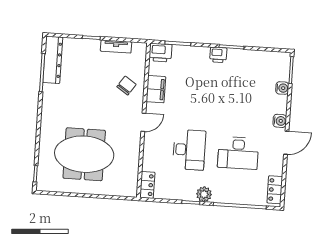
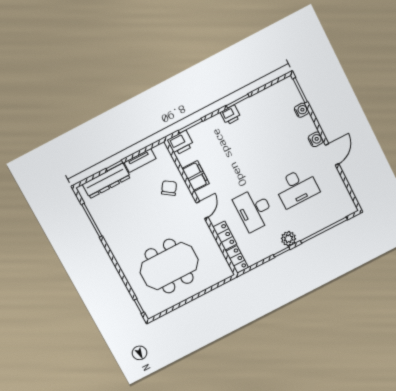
dresser: (53, 60) -> (106, 181), moved, turned 90
desk: (189, 150) -> (254, 210), turned 180
locker: (275, 190) -> (225, 236), moved, turned 180

